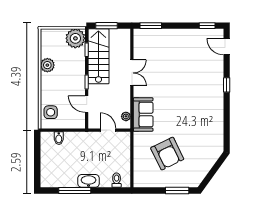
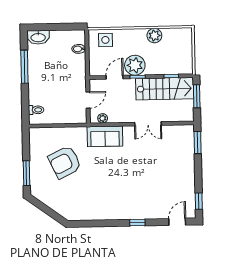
plant: (75, 38) -> (135, 65), moved
washbasin: (89, 181) -> (38, 37), moved, turned 90

